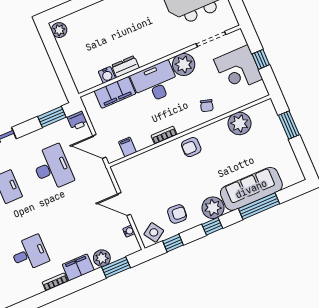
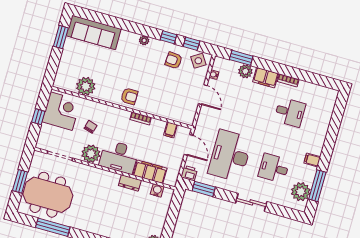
corner desk: (238, 69) -> (61, 111), moved
water cooler: (107, 75) -> (157, 190), moved
chair: (207, 106) -> (91, 127), moved
window: (289, 125) -> (61, 37), moved
desk: (52, 168) -> (230, 156), width x1.36, depth x1.30
sofa: (251, 189) -> (94, 32), moved
window: (259, 206) -> (116, 23), removed
plant: (213, 208) -> (144, 40), width x0.53, depth x0.53
window: (212, 226) -> (168, 37), moved
desk: (30, 253) -> (290, 112), turned 180

